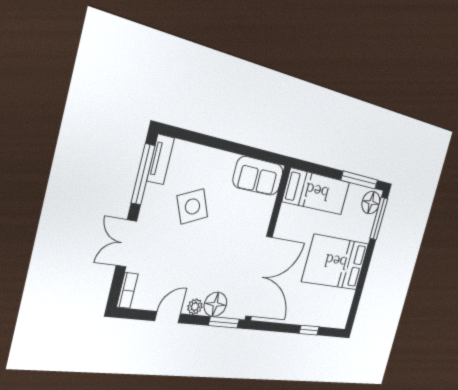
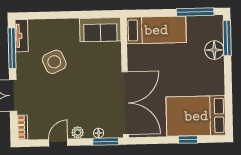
floor lamp: (371, 203) -> (214, 50), moved
bed: (336, 262) -> (196, 116), moved
floor lamp: (215, 304) -> (99, 133), width x0.53, depth x0.53

